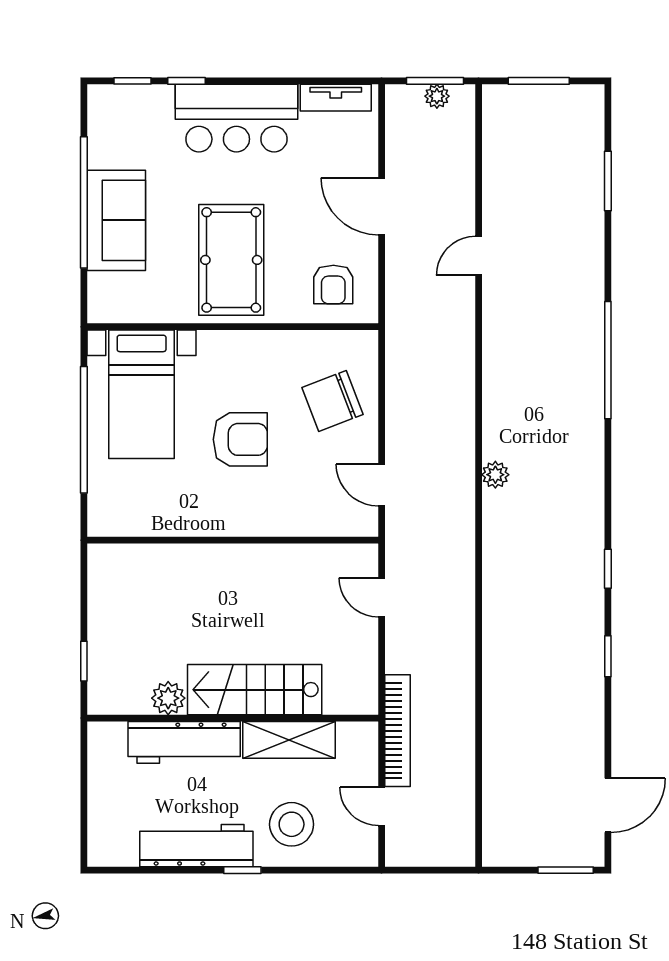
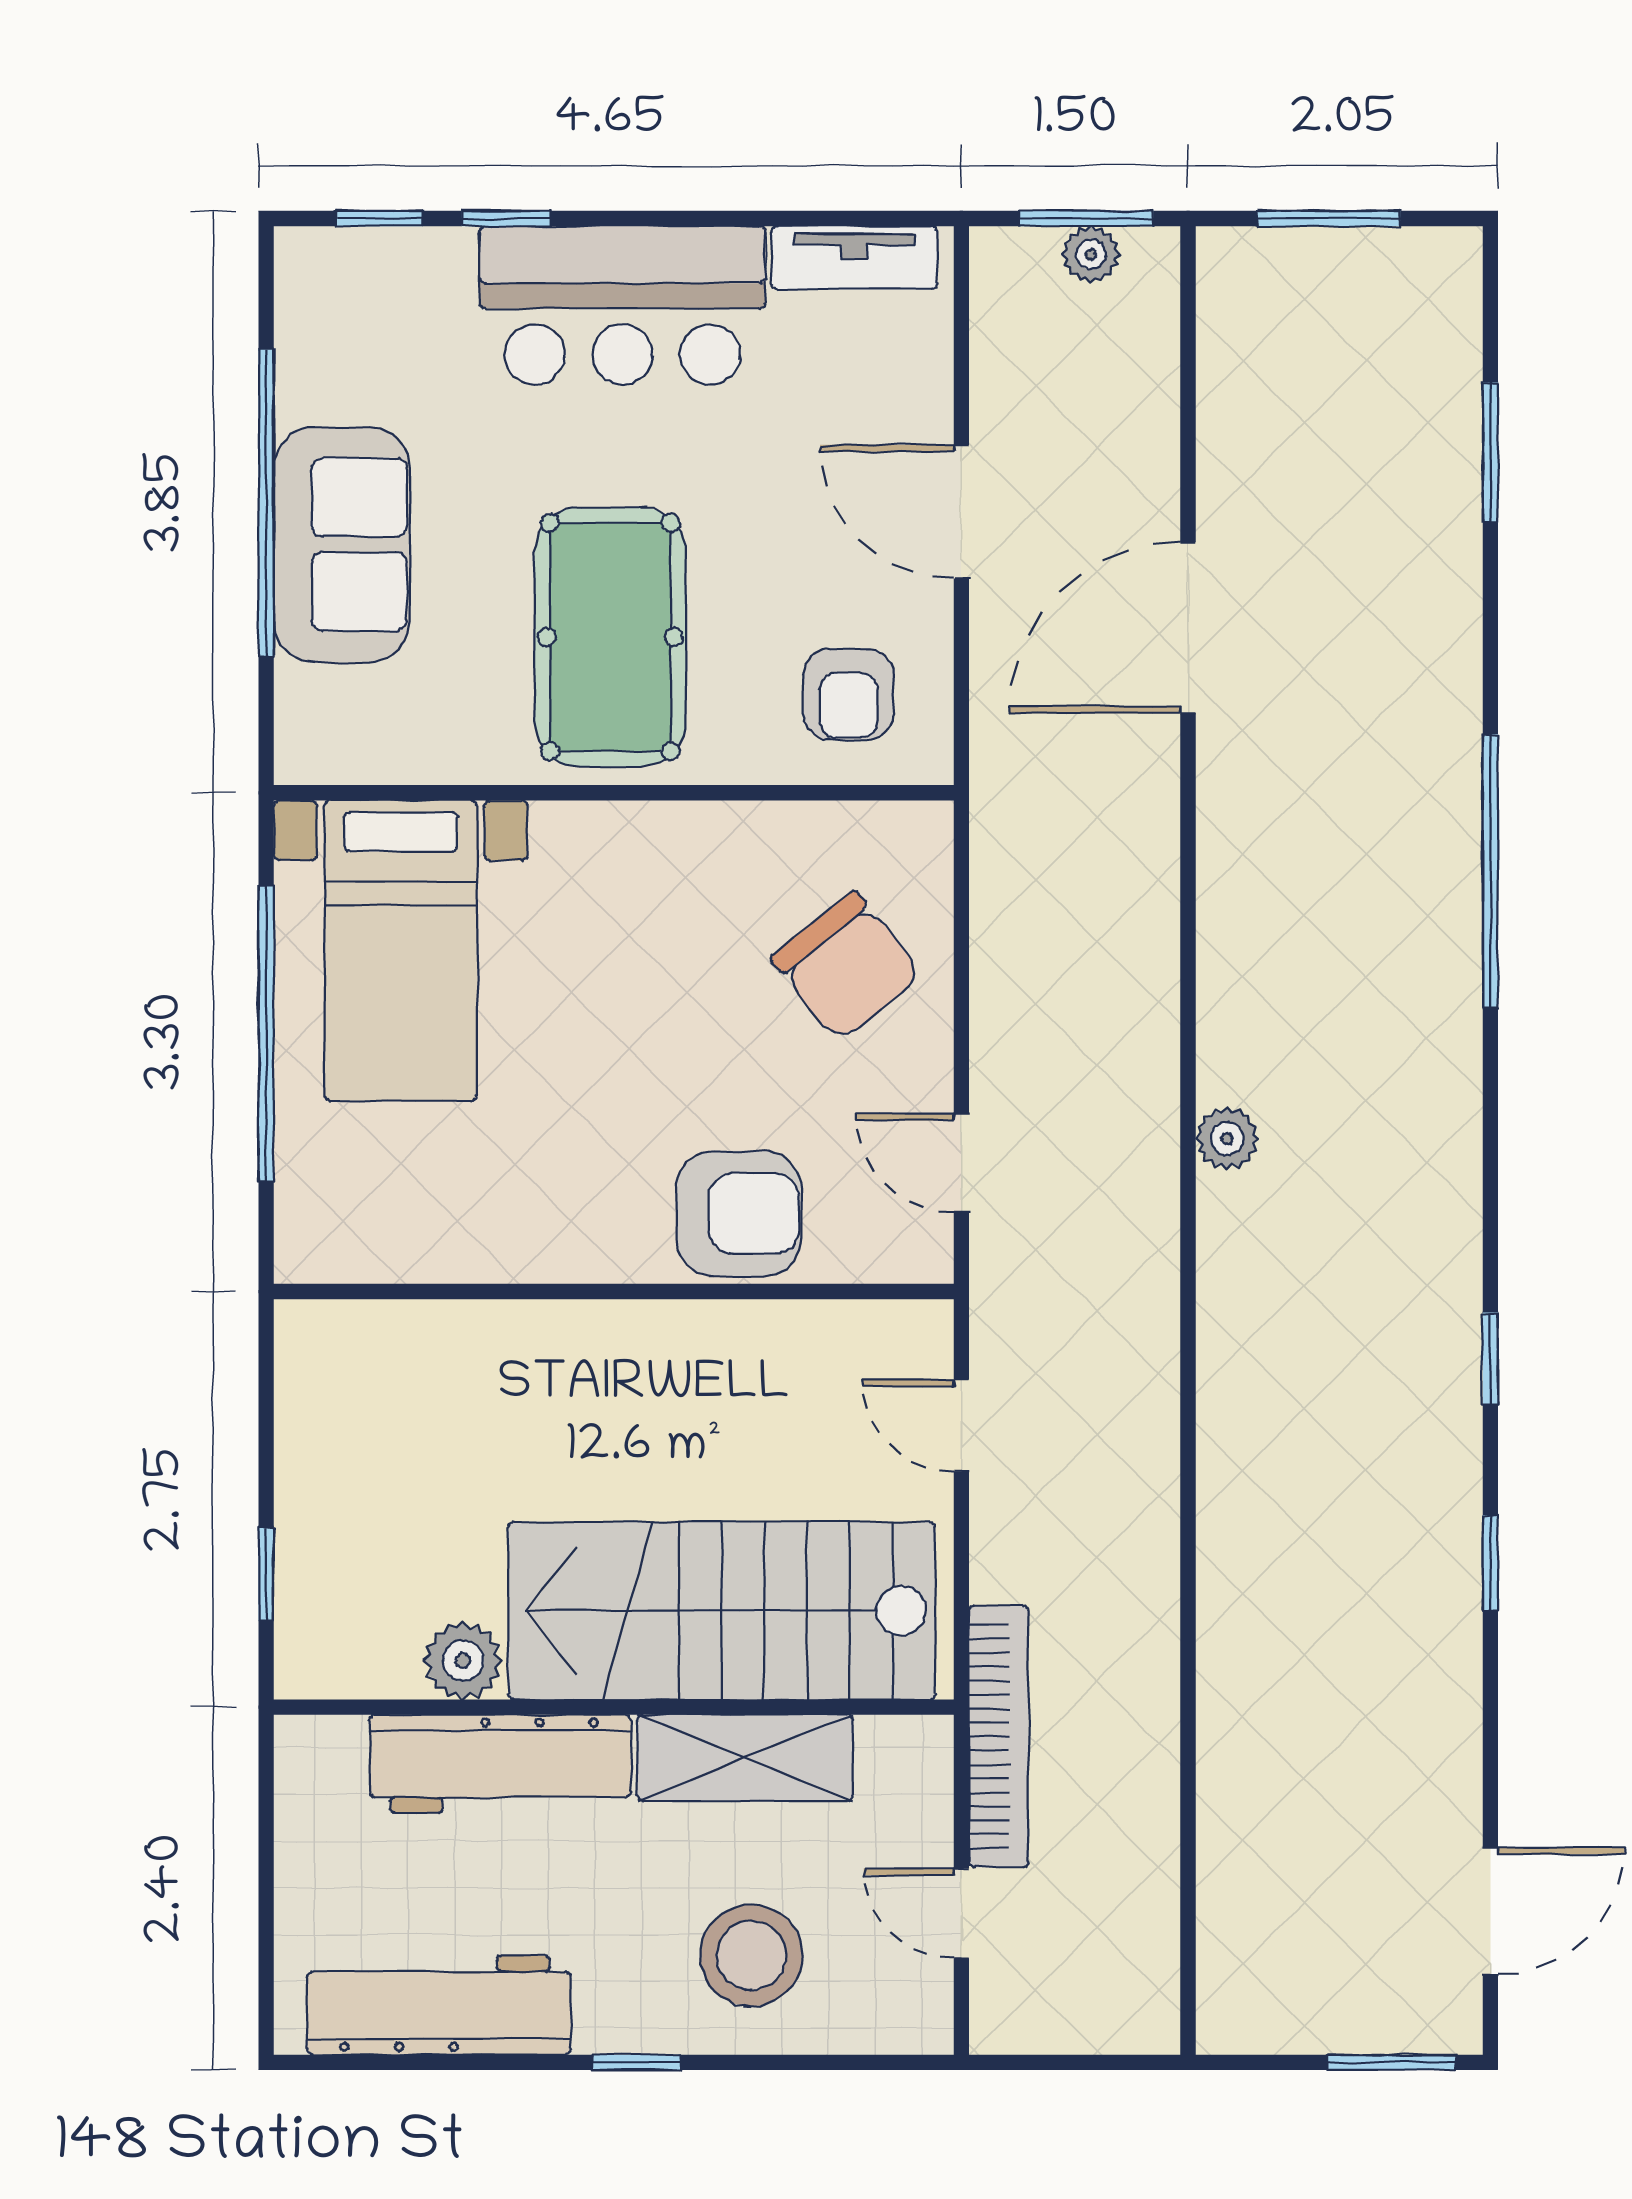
door: (479, 256) -> (1188, 628), width x1.87
chair: (332, 401) -> (847, 966), turned -108
armchair: (240, 439) -> (739, 1214), moved
stairs: (255, 690) -> (722, 1611), width x1.36, depth x1.51
workbench: (196, 846) -> (439, 2005), moved

